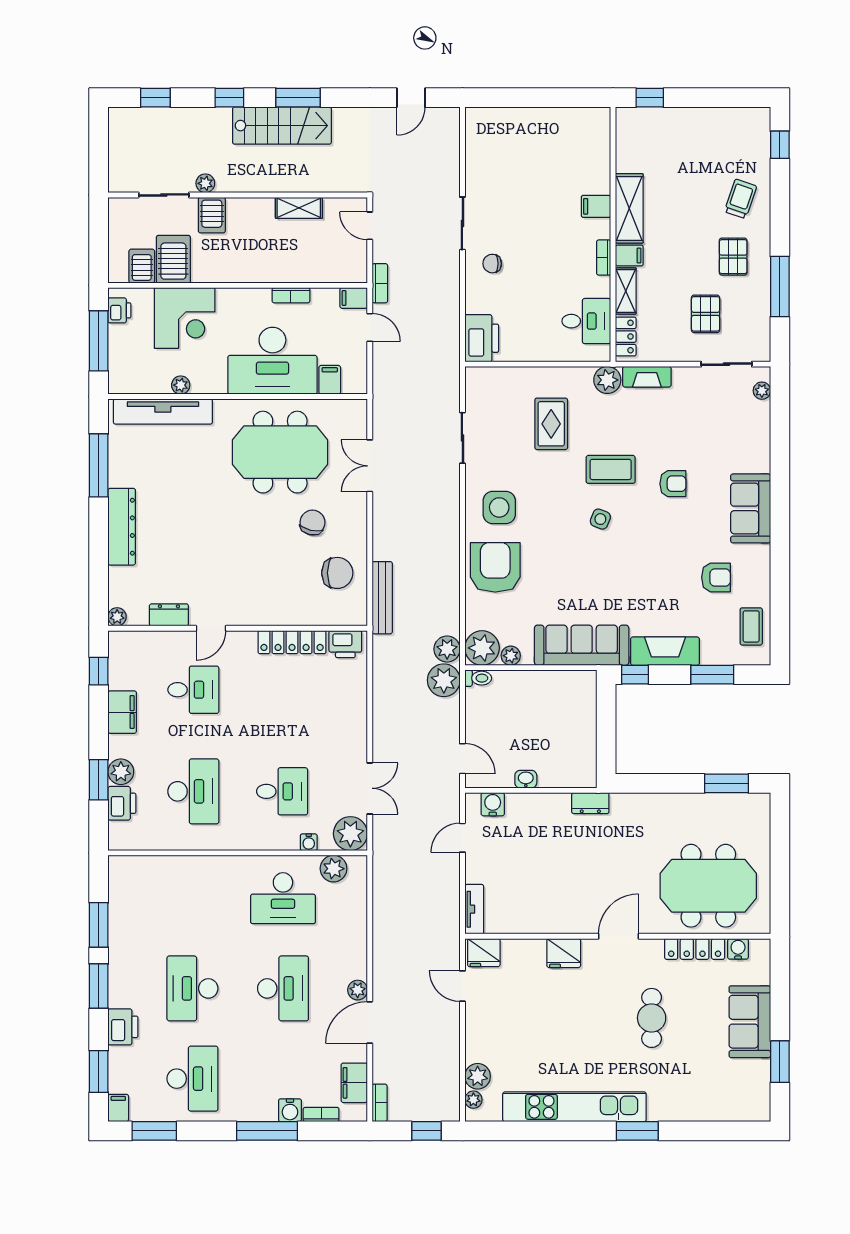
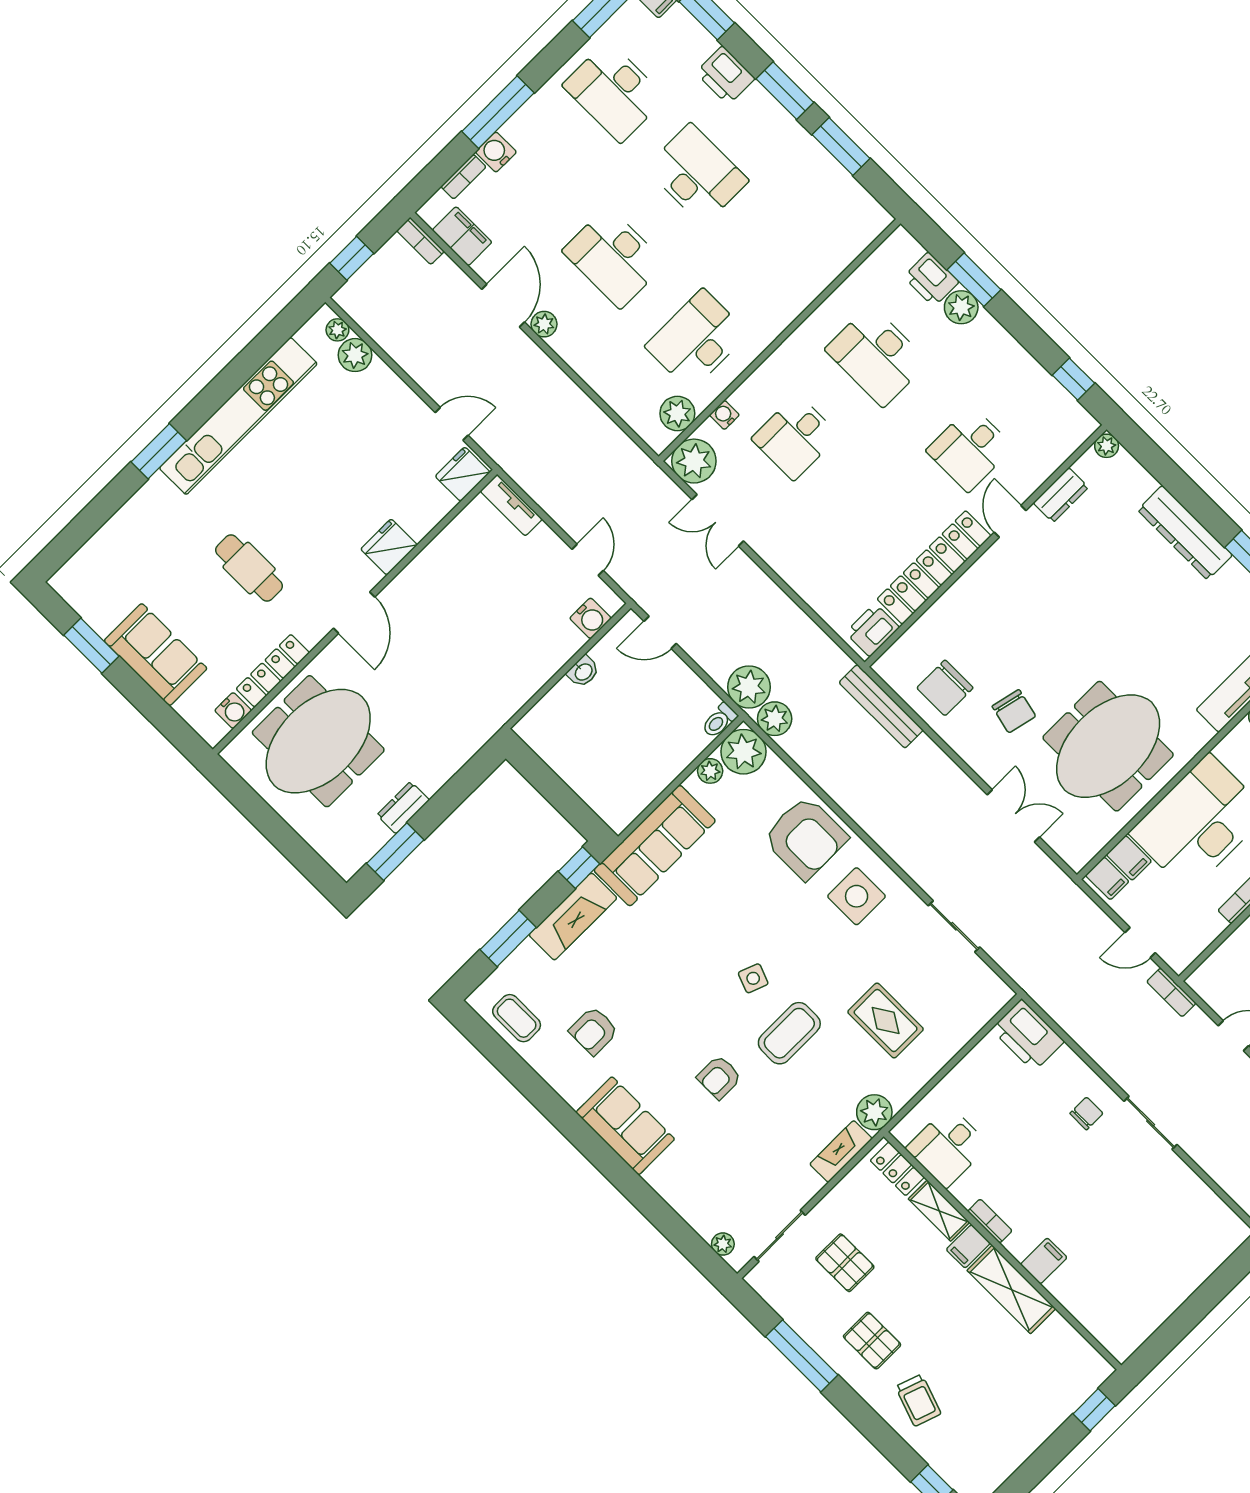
filing cabinet: (354, 298) -> (1107, 878), moved, turned 90
locker: (292, 642) -> (934, 567), width x1.41, depth x1.21
filing cabinet: (122, 712) -> (1015, 363), removed
dresser: (590, 803) -> (403, 808), moved

